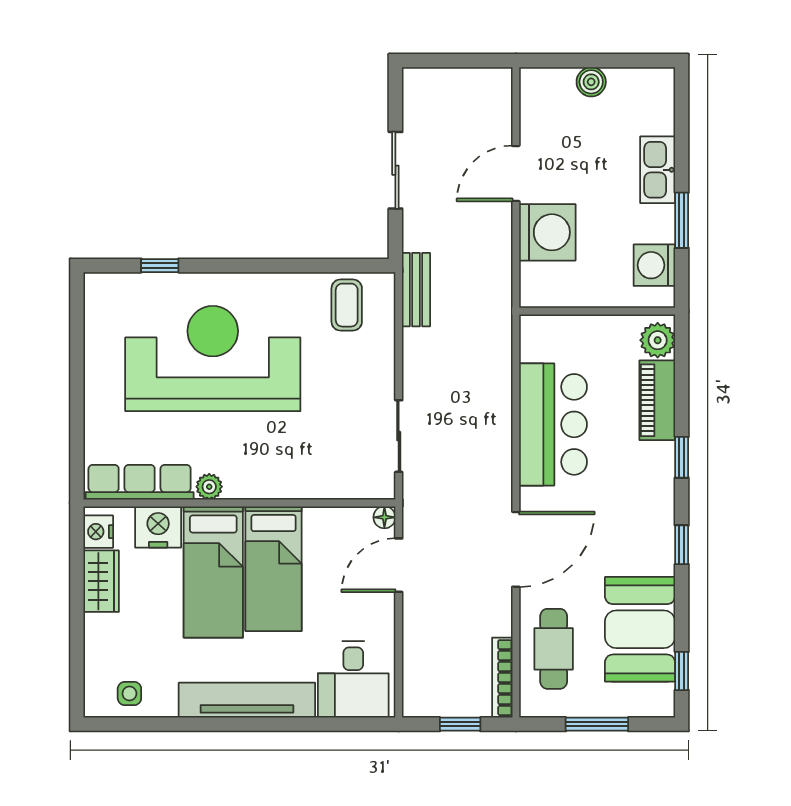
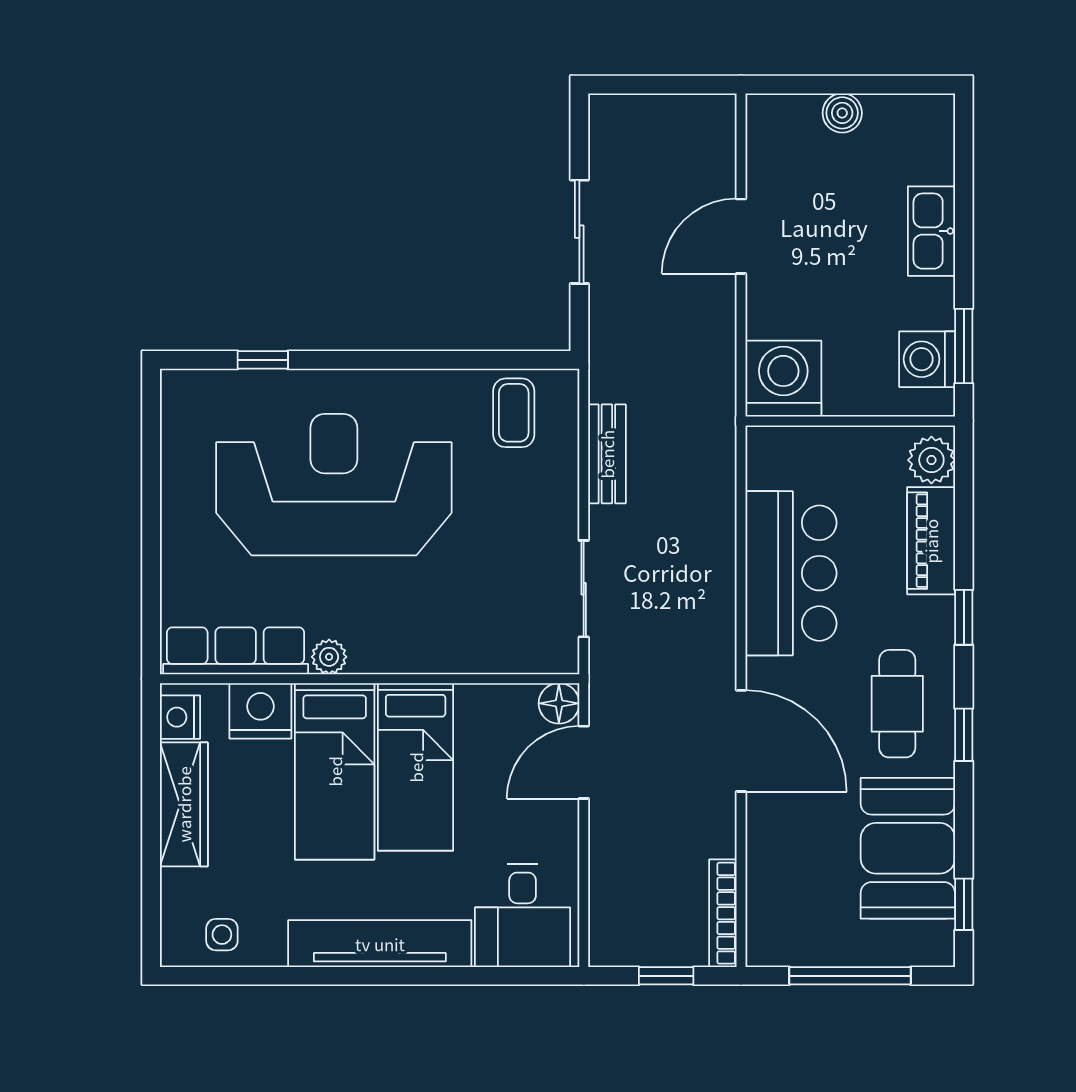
window: (682, 220) -> (964, 346), moved
washing machine: (547, 232) -> (783, 379), moved, turned -90
bench: (416, 290) -> (607, 454), moved
floor lamp: (384, 517) -> (559, 703), width x1.37, depth x1.37
door: (516, 549) -> (741, 741), hinge flipped
wardrobe: (101, 581) -> (184, 804), width x1.50
cafe table: (554, 649) -> (897, 704), moved
window: (597, 724) -> (850, 976), width x1.44

